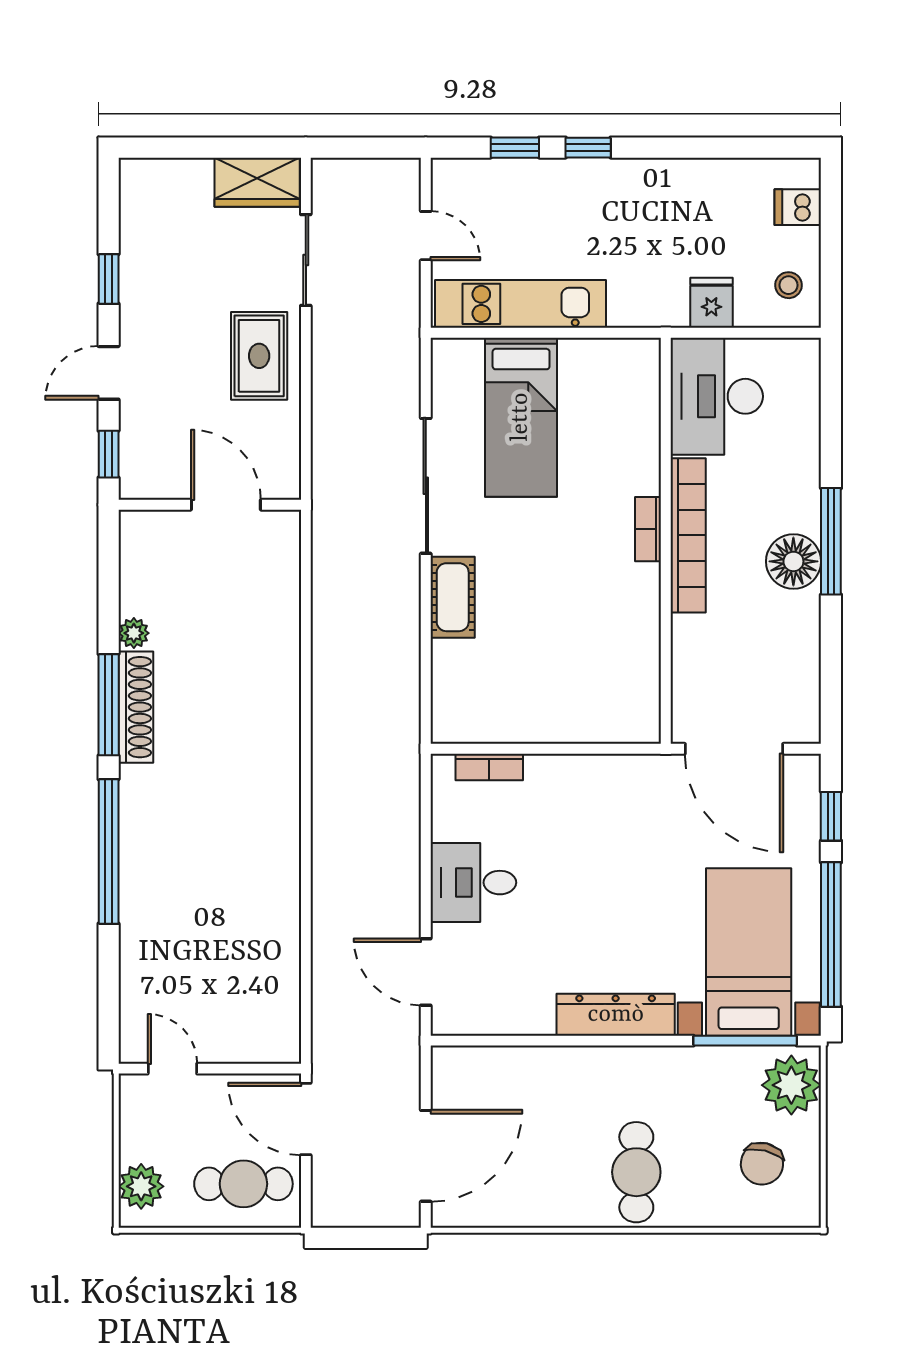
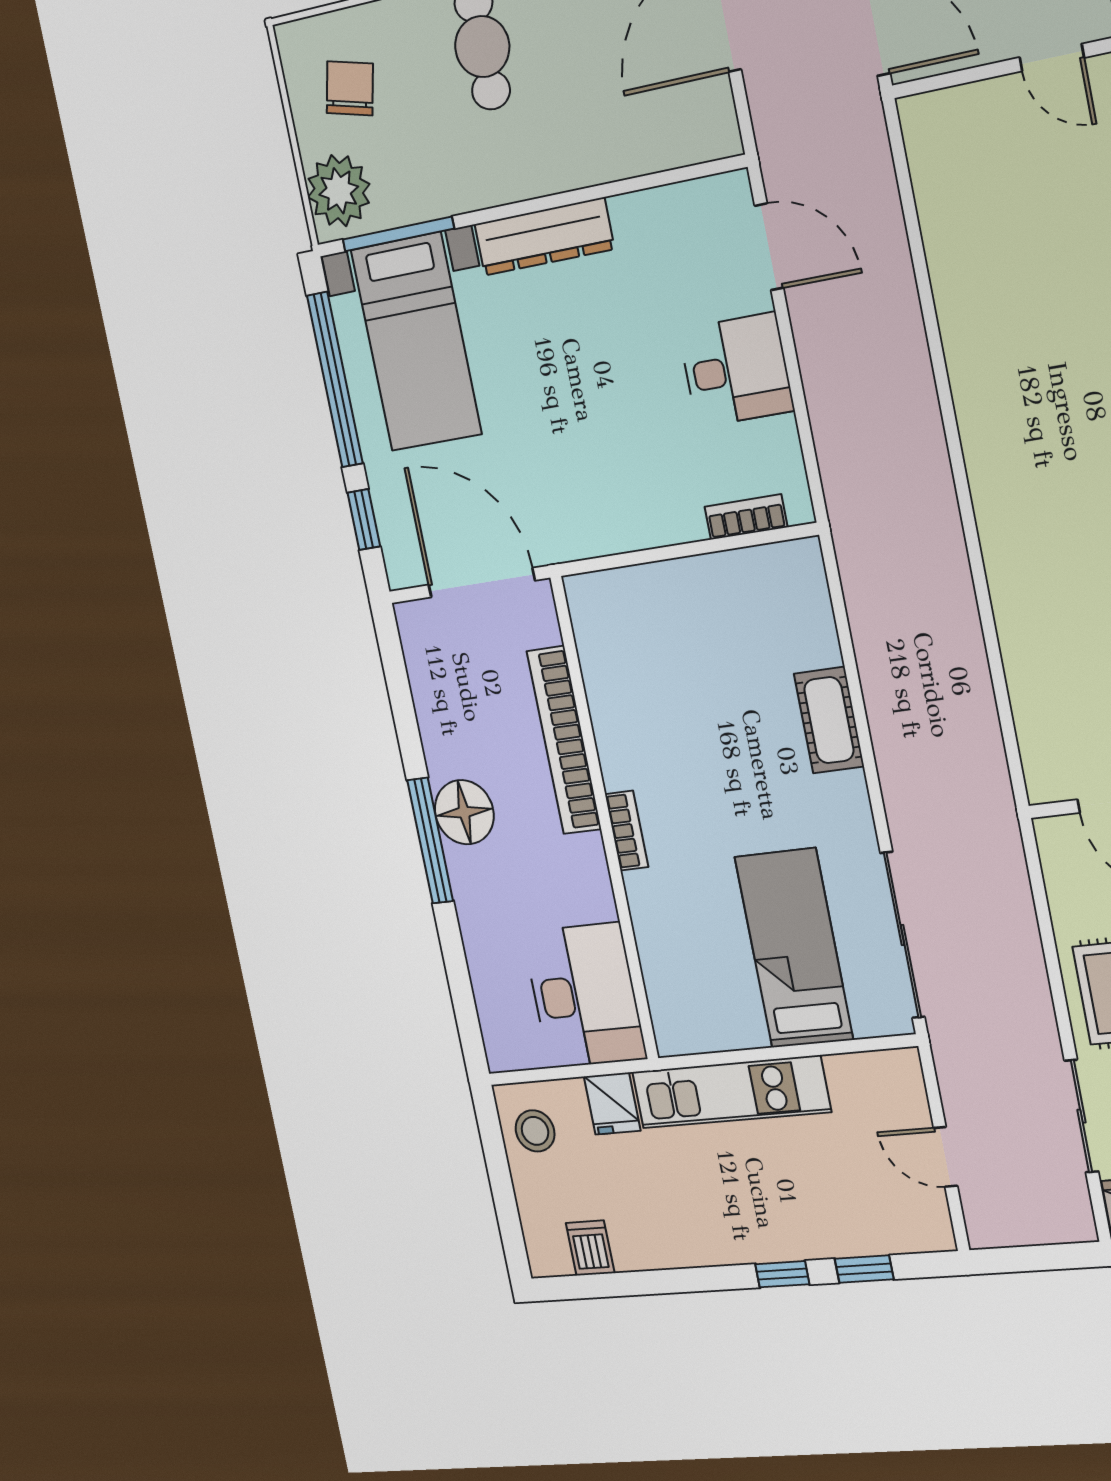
dishwasher: (798, 207) -> (590, 1248), moved, turned -90
stool: (789, 285) -> (535, 1131), width x1.37, depth x1.37
kitchen unit: (521, 304) -> (731, 1092), moved
sliding door: (426, 486) -> (902, 935), moved
bookcase: (688, 535) -> (564, 740), moved

